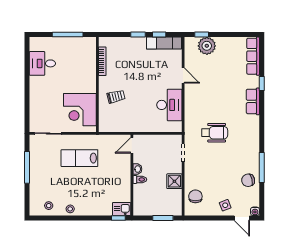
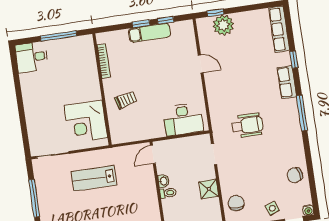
exam couch: (164, 43) -> (150, 33), moved
desk: (42, 63) -> (32, 57), moved
desk: (169, 105) -> (183, 119), moved, turned 90
window: (262, 168) -> (302, 113), moved

